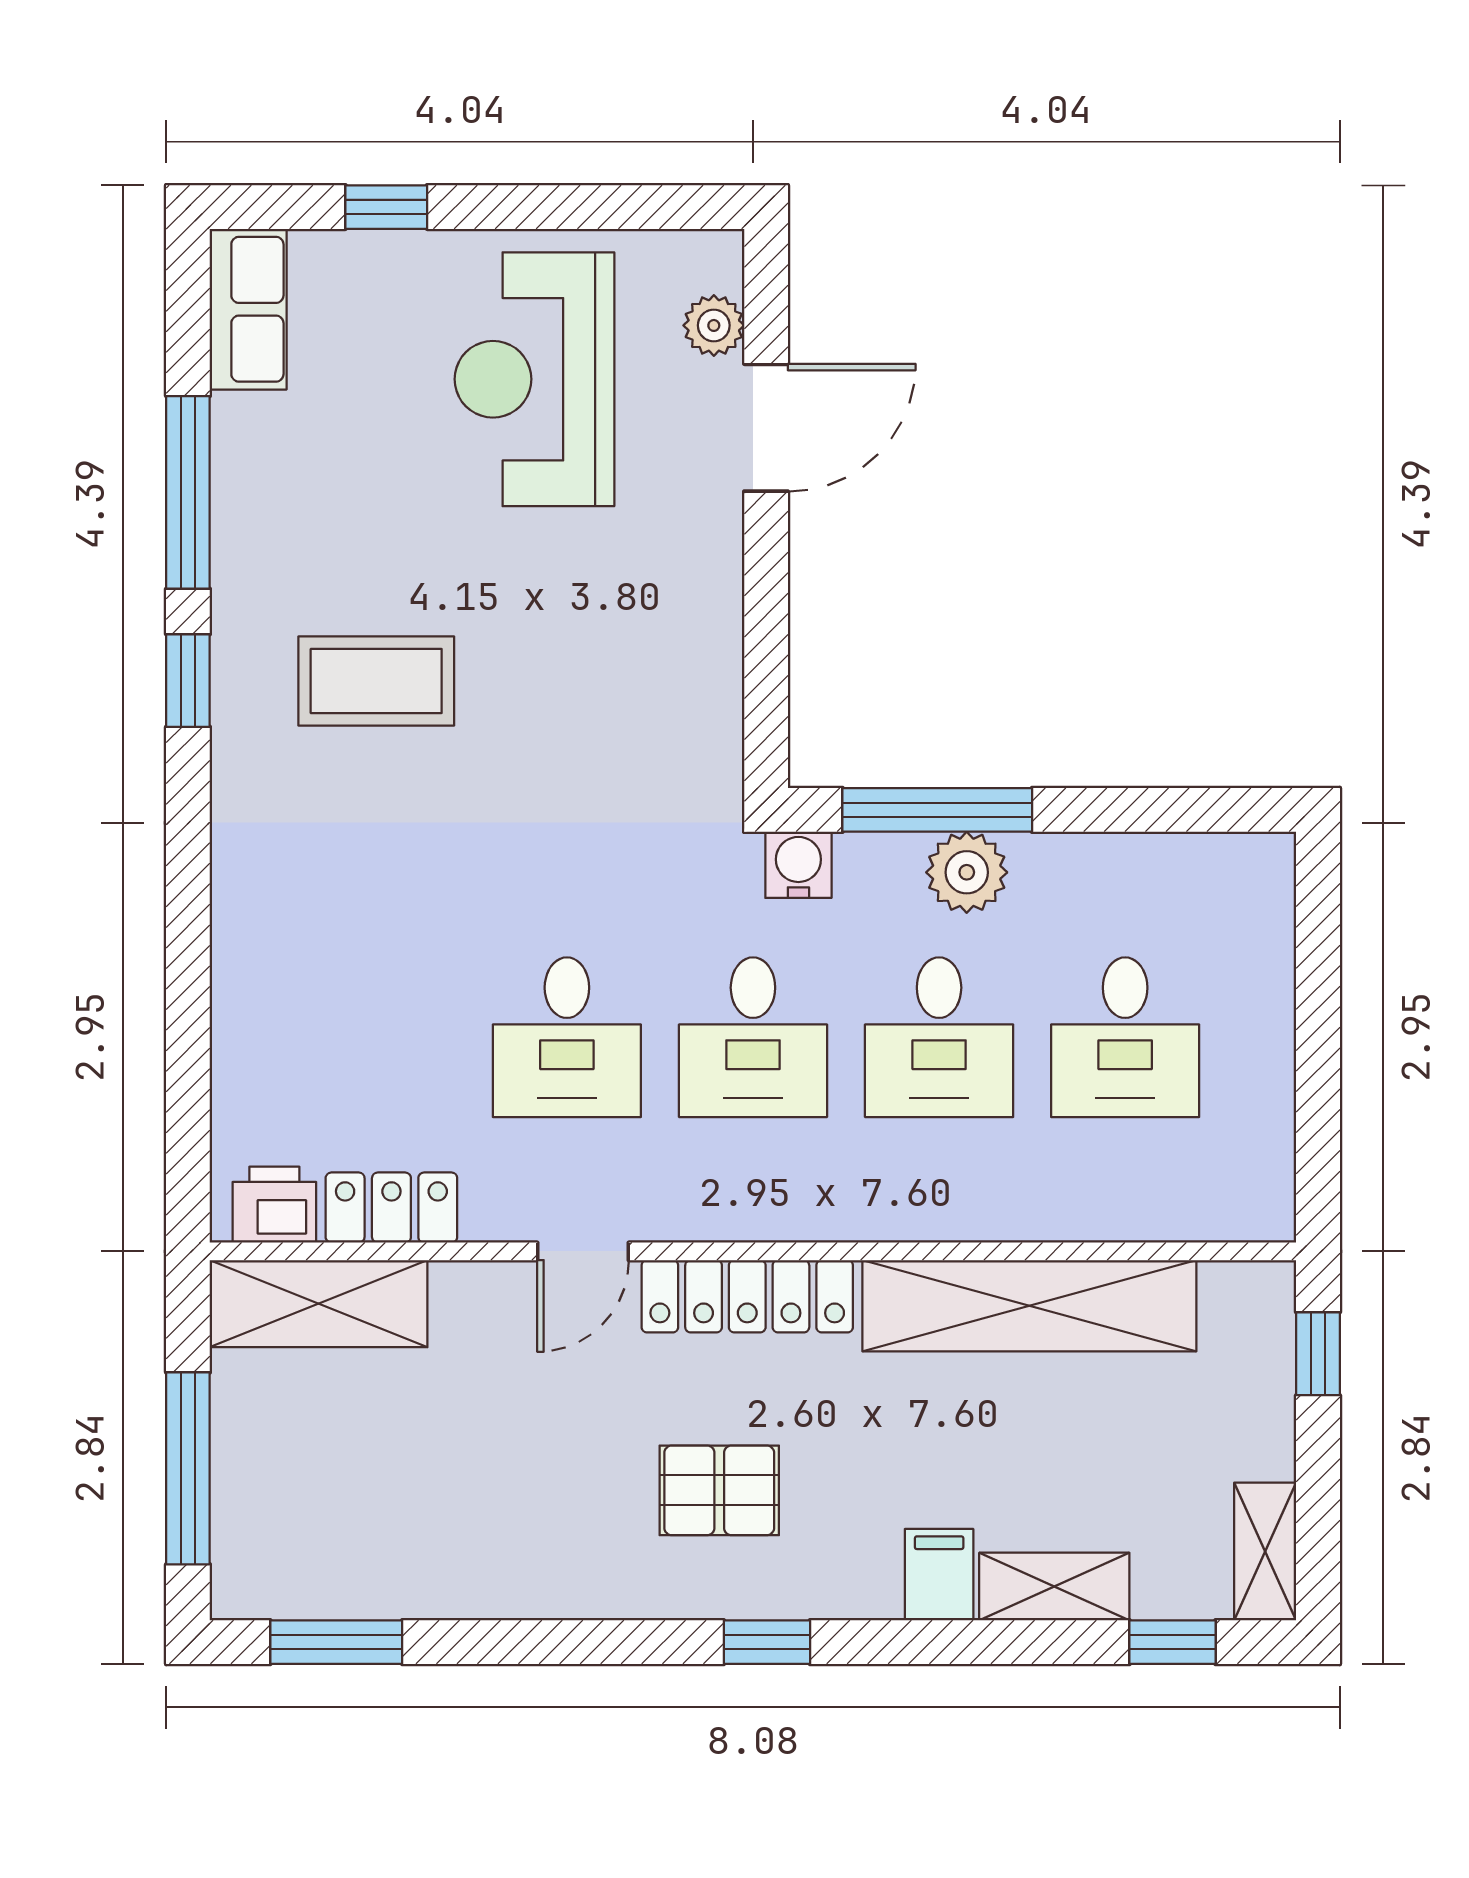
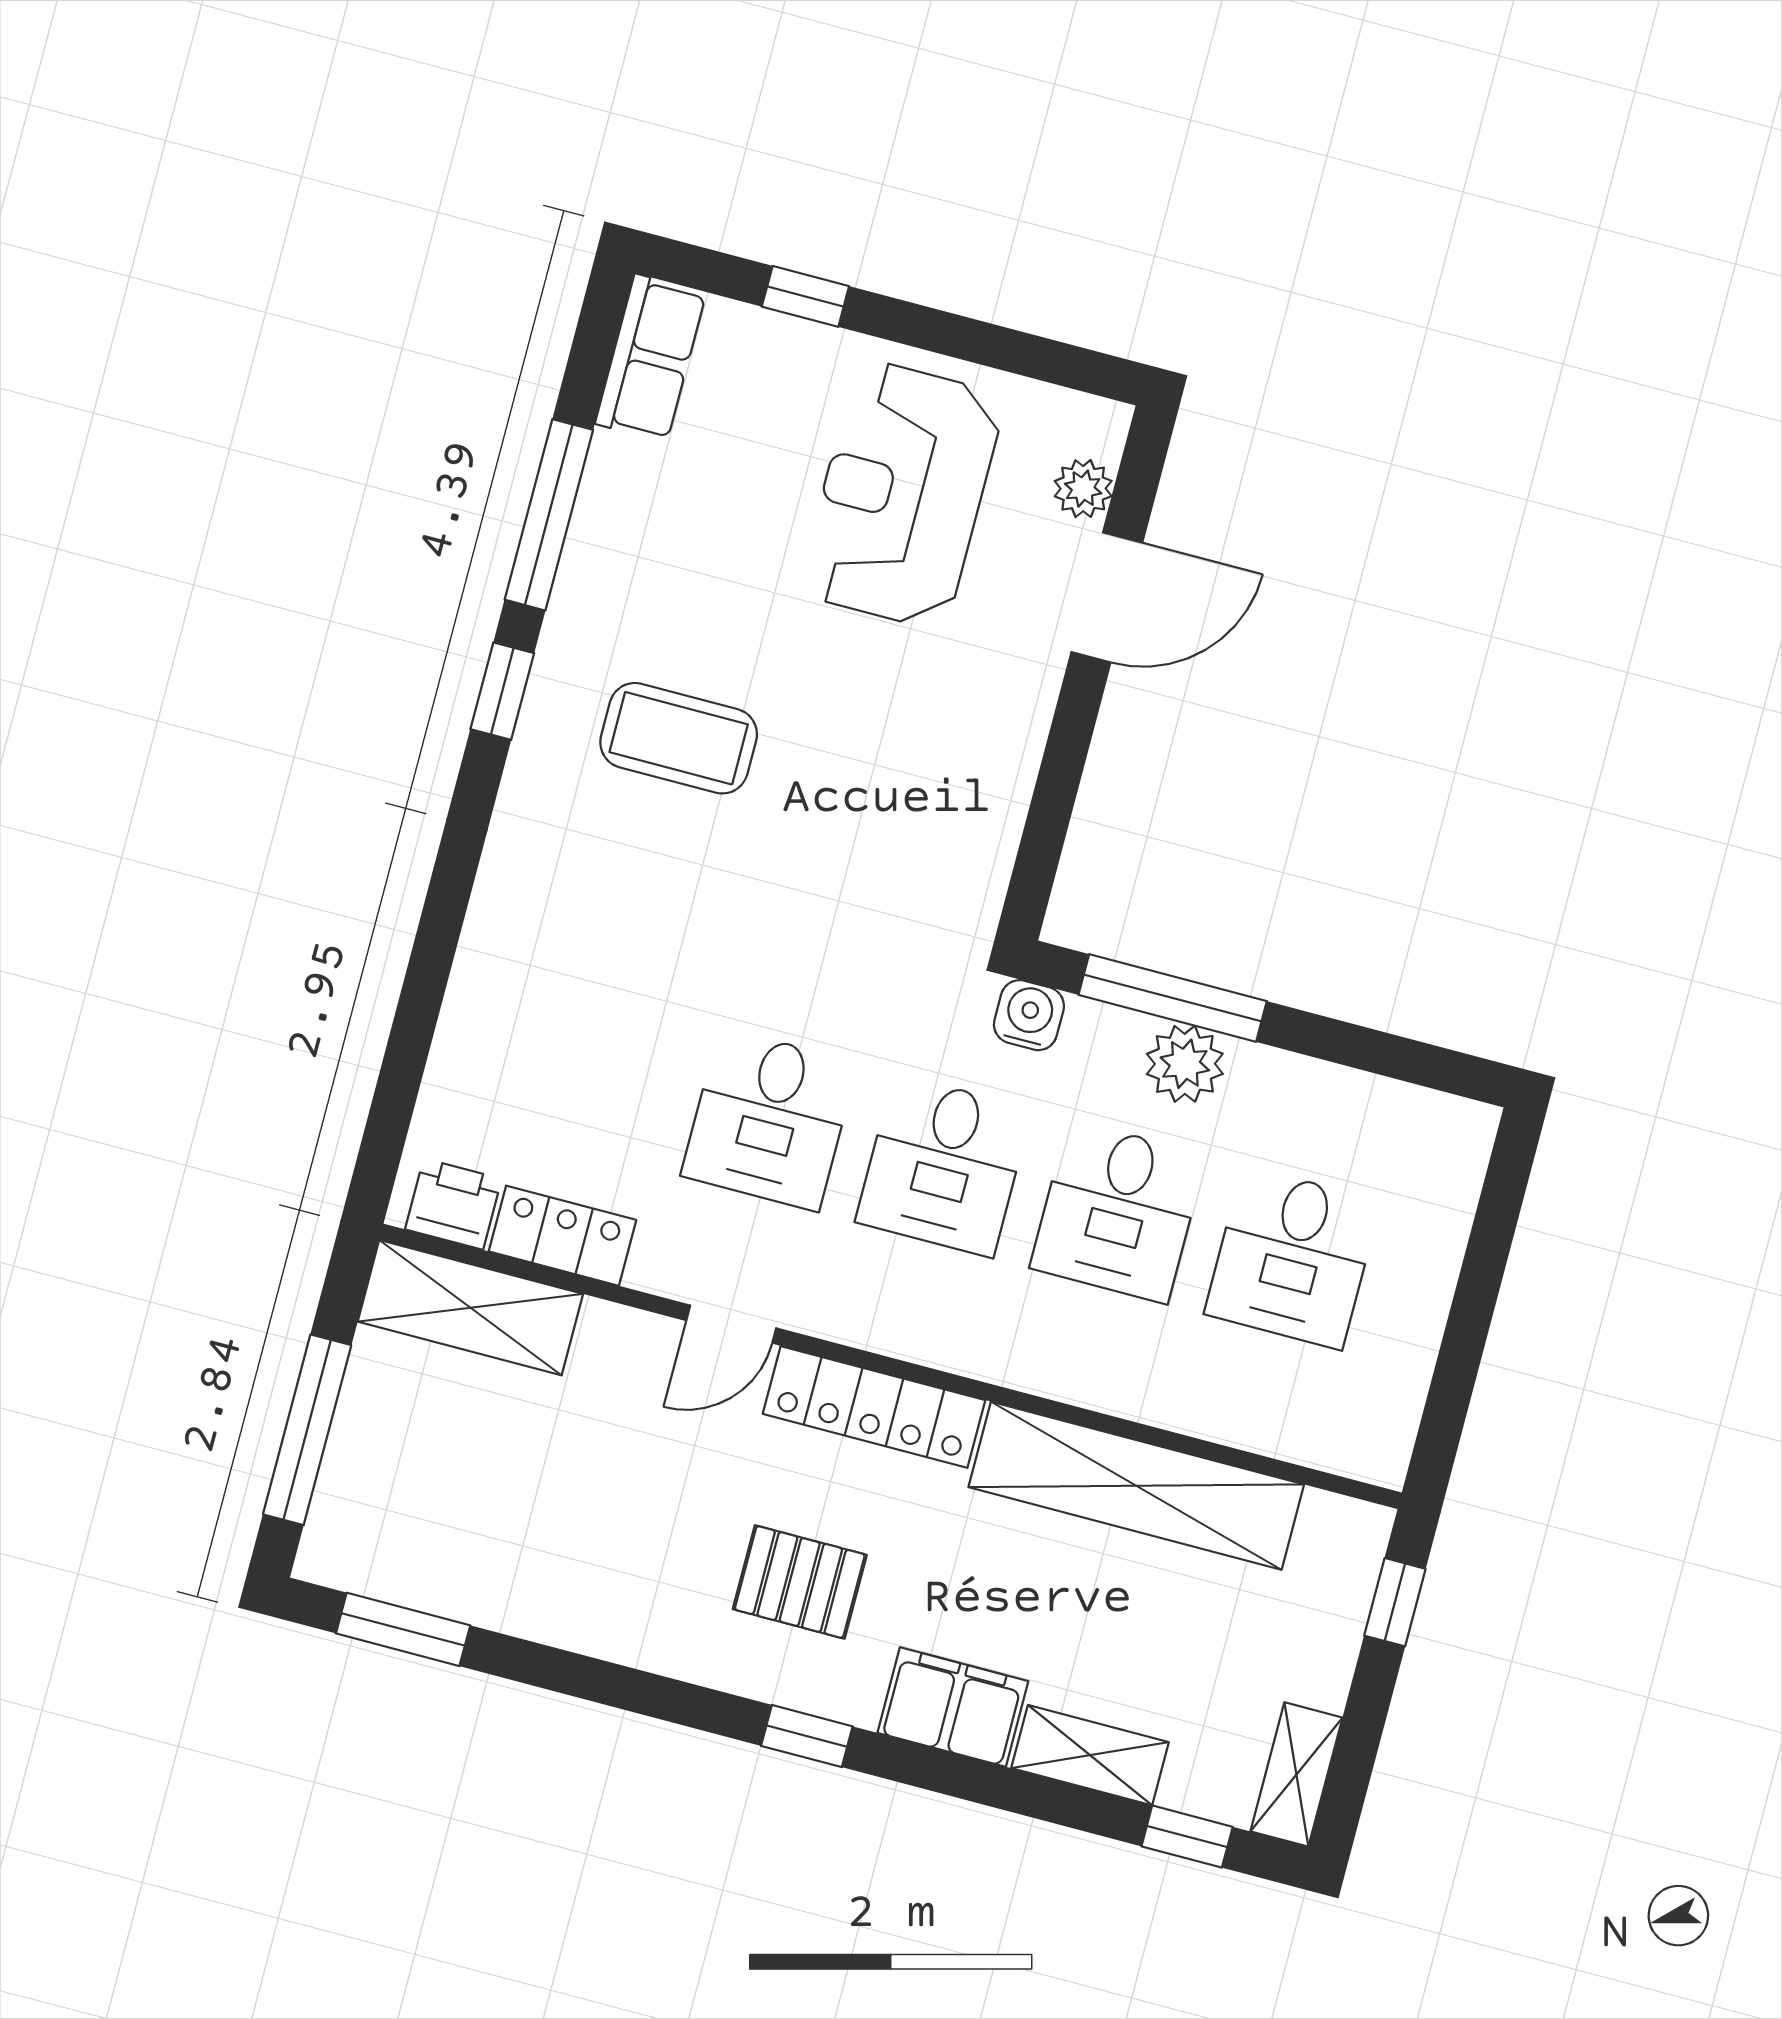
filing cabinet: (939, 1575) -> (953, 1707), width x2.00

